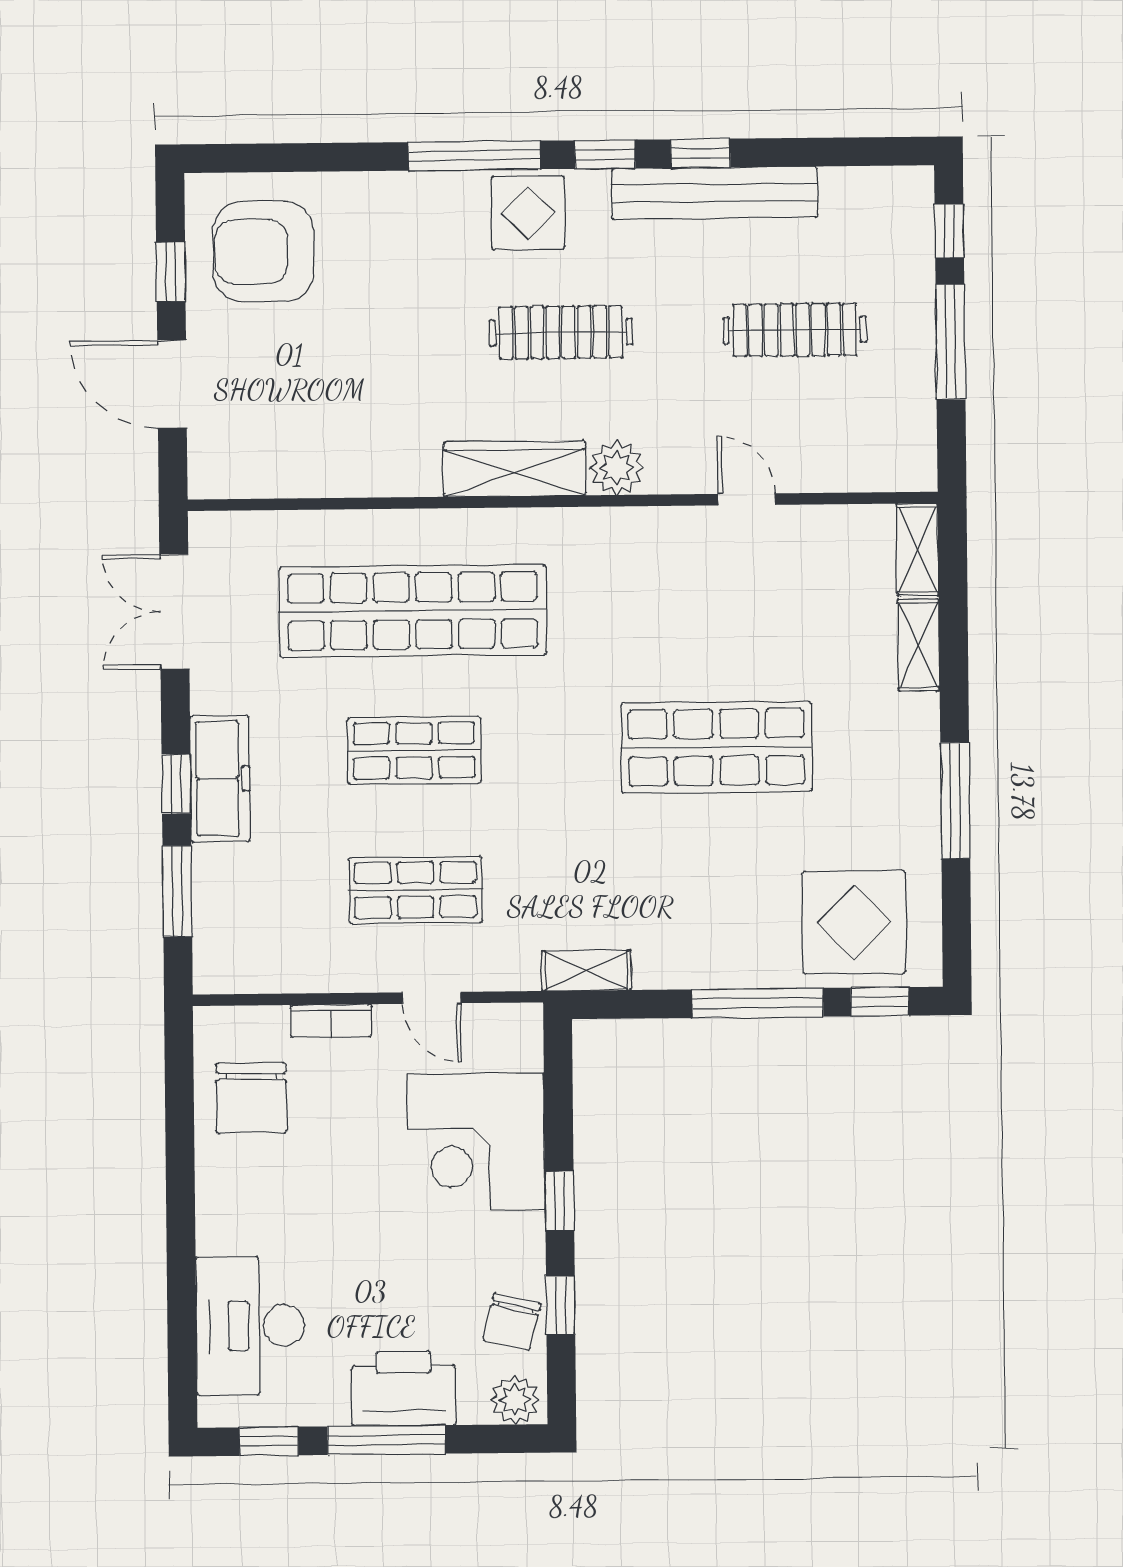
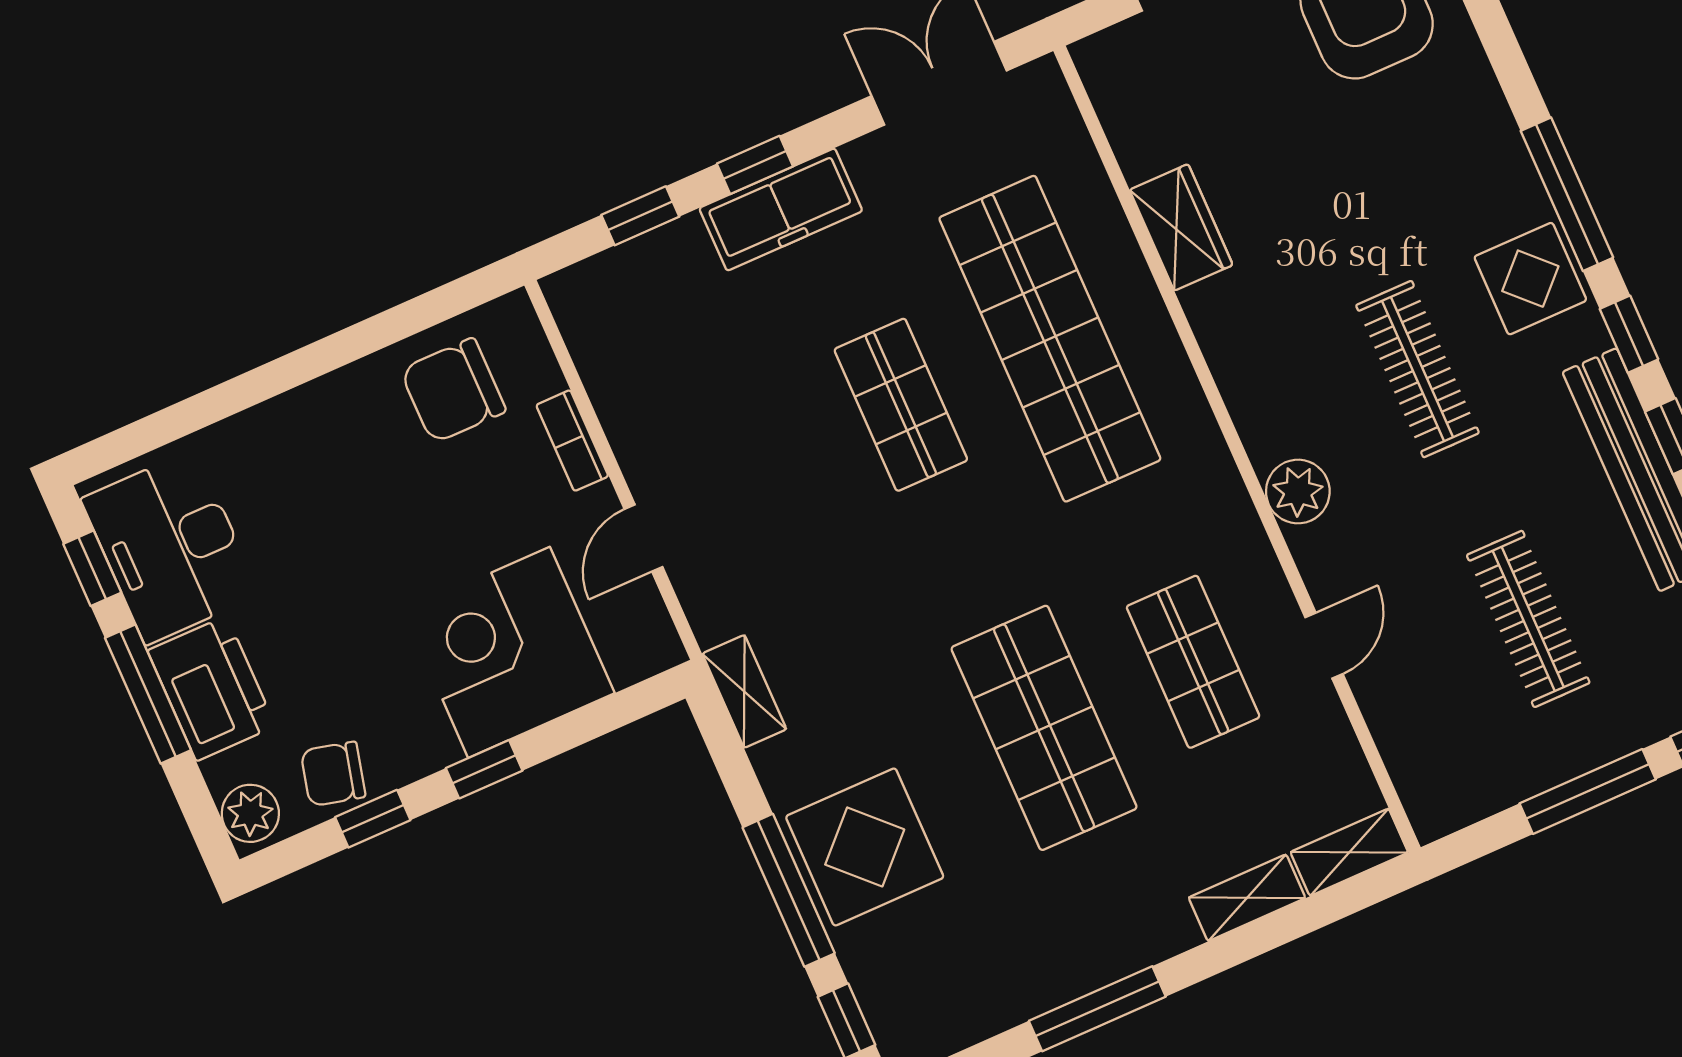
wardrobe: (515, 469) -> (1181, 227), moved, width x0.67
shop shelf: (416, 890) -> (1193, 662), moved
window: (177, 891) -> (640, 216), width x0.67
display table: (854, 922) -> (865, 847), moved
desk: (250, 1326) -> (170, 547), moved, turned -90

